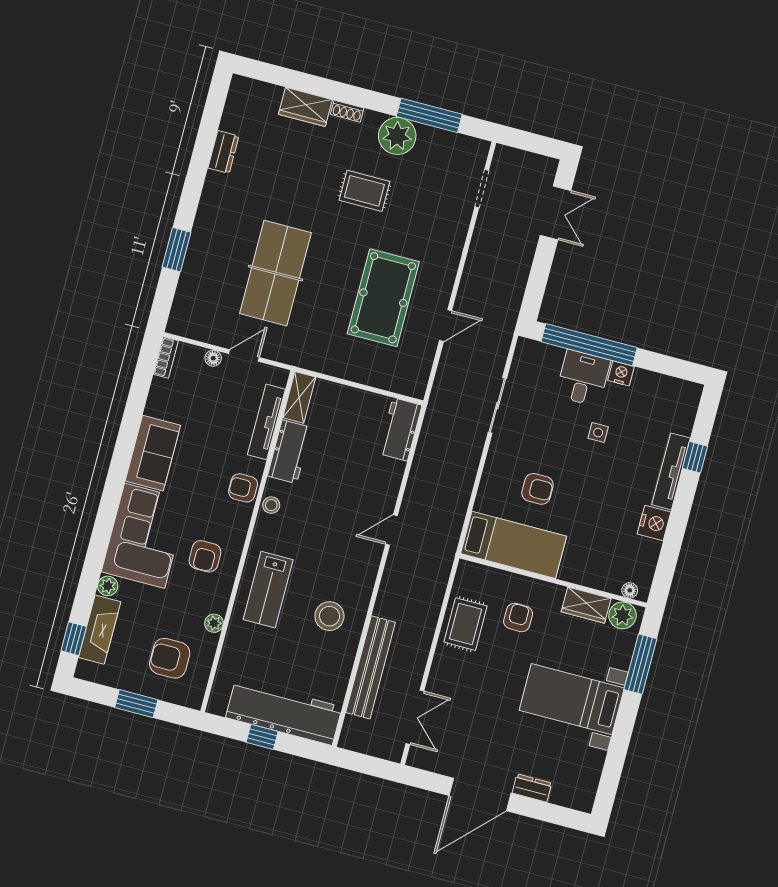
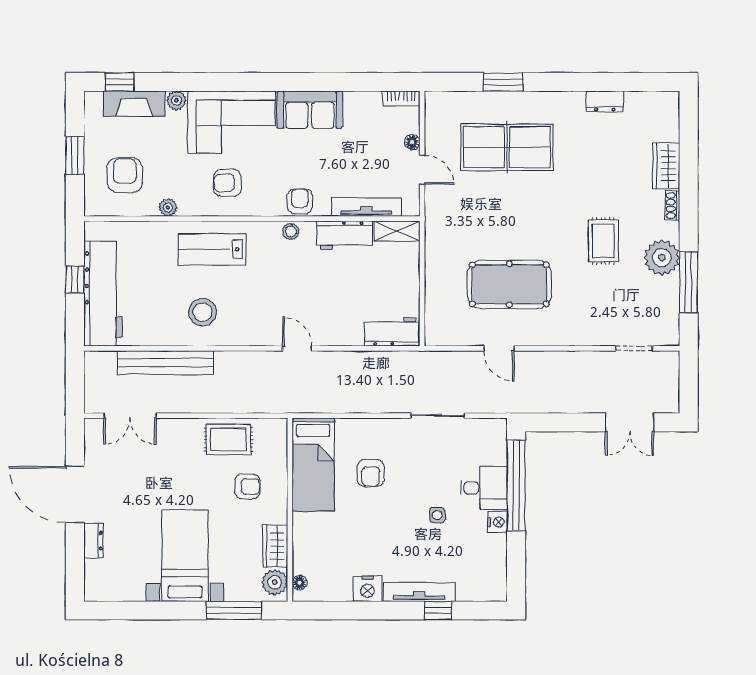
table tennis table: (275, 273) -> (507, 147), moved

